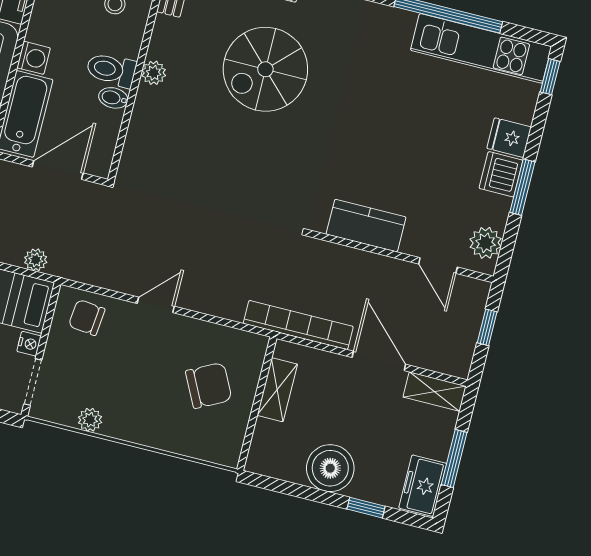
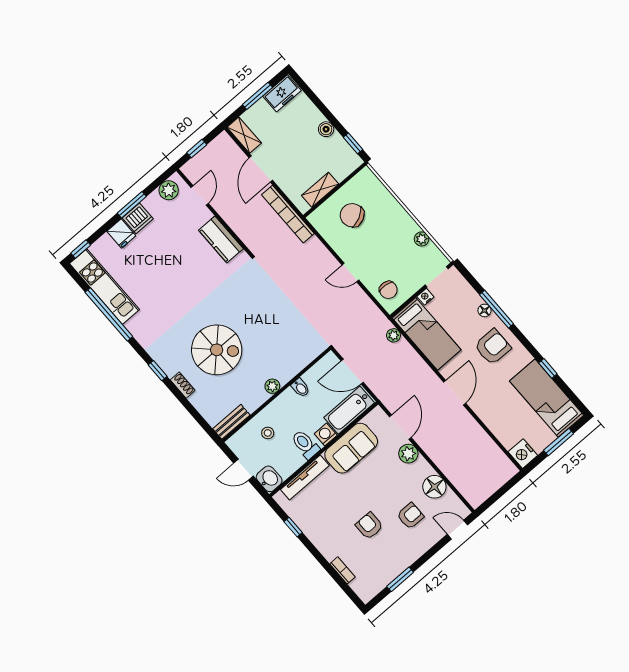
toilet: (111, 70) -> (305, 444), moved, turned 180
boiler: (330, 468) -> (326, 129), width x0.54, depth x0.54
window: (366, 508) -> (353, 143), moved

